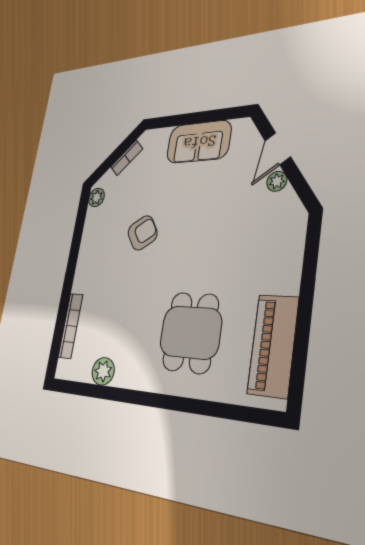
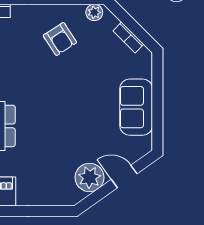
plant: (277, 181) -> (90, 177), width x1.87, depth x1.87
armchair: (143, 233) -> (60, 39), moved

